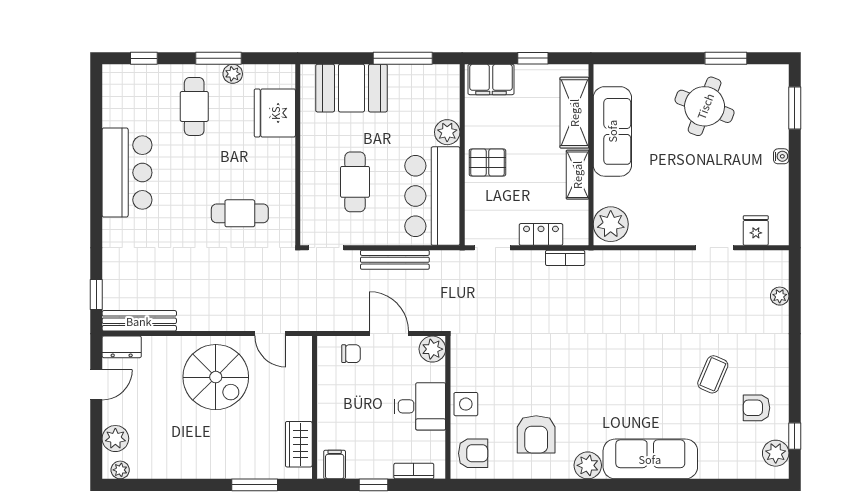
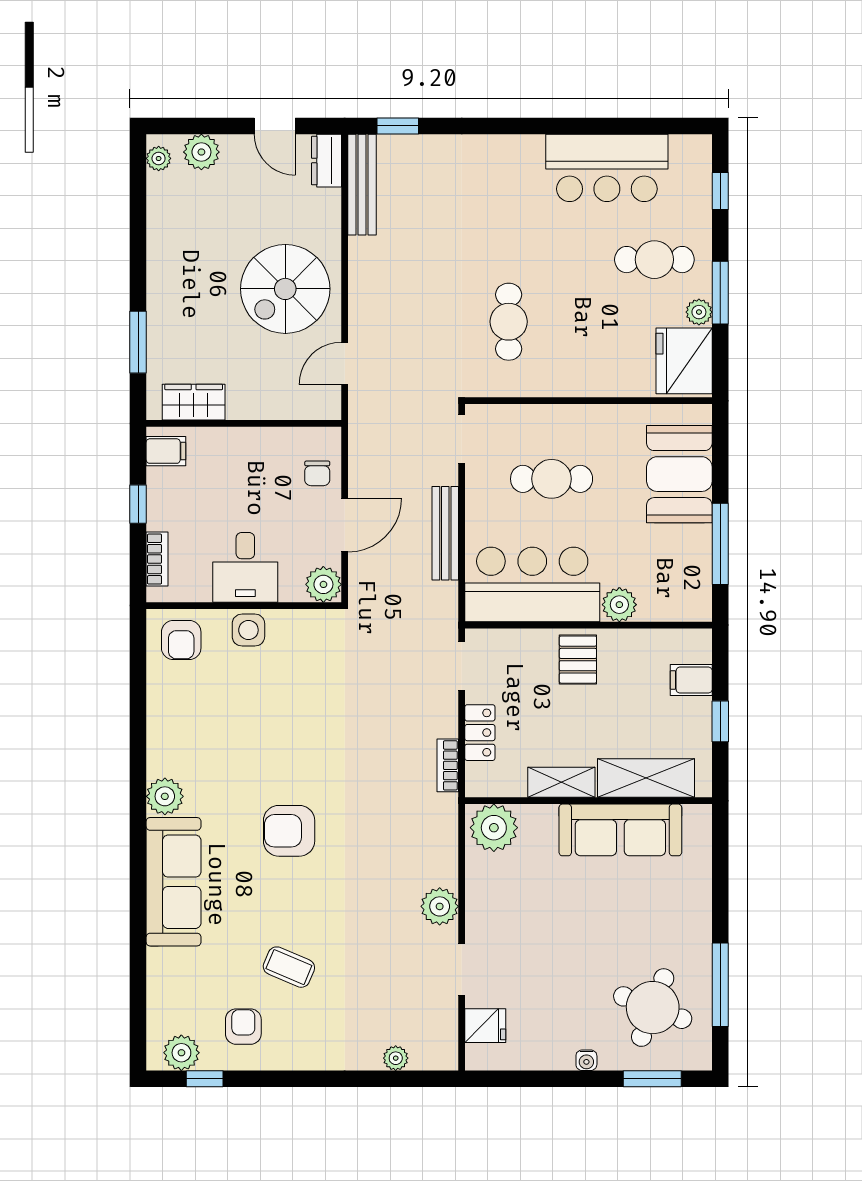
window: (726, 58) -> (720, 985), width x1.44
filing cabinet: (491, 79) -> (691, 680), width x0.50
round table: (705, 106) -> (653, 1008), moved
fridge: (275, 113) -> (684, 361), moved, turned -90
bar counter: (127, 173) -> (607, 168), moved
plant: (668, 264) -> (440, 906), added
armchair: (536, 434) -> (289, 831), moved

